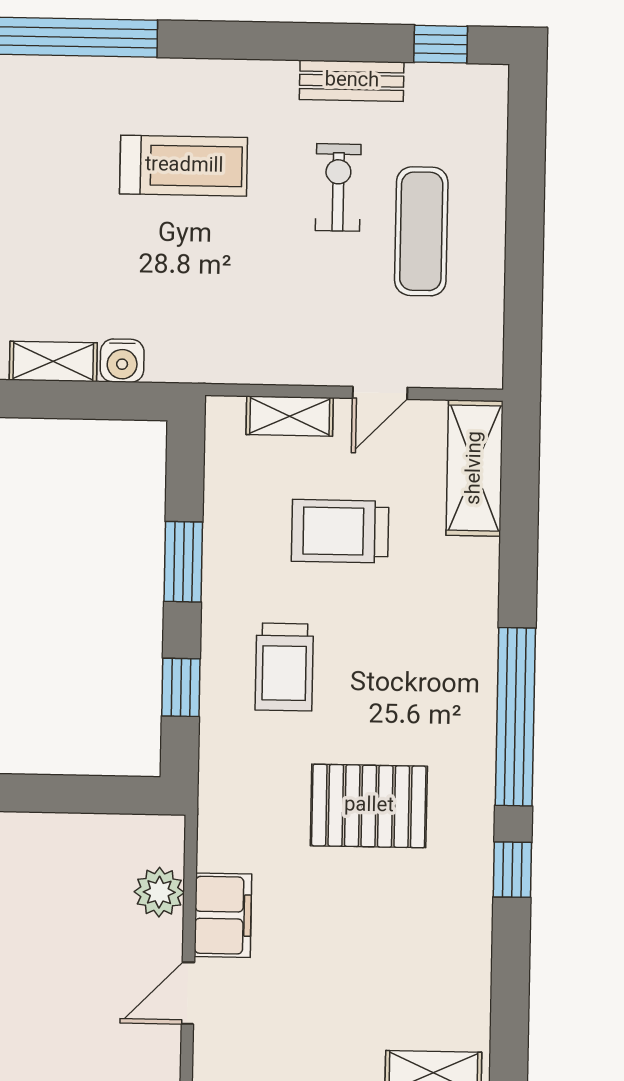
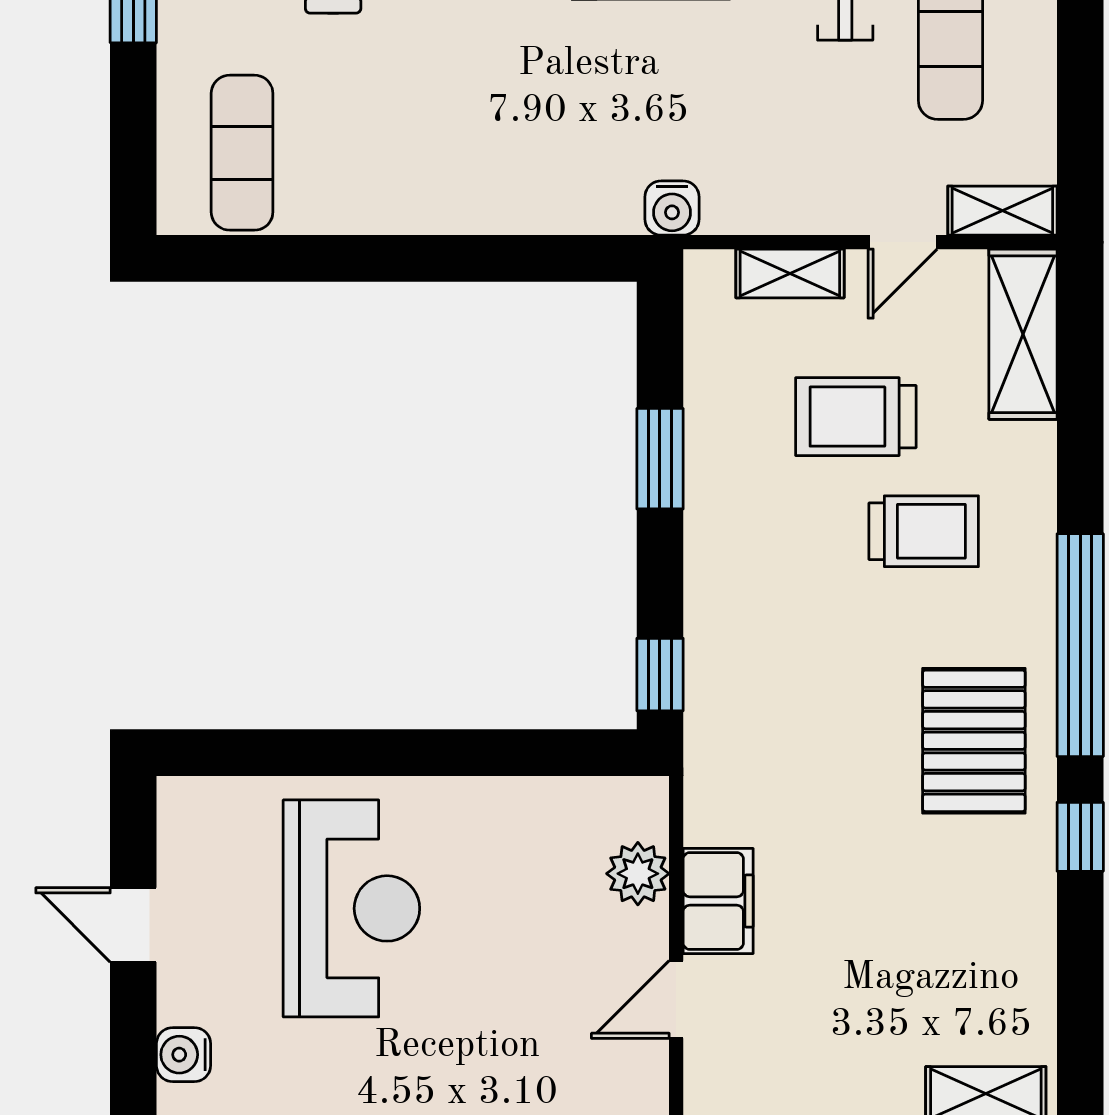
shelving: (53, 361) -> (1002, 211), moved
water cooler: (122, 361) -> (672, 208), moved
trolley: (284, 667) -> (924, 531), moved, turned -90
window: (181, 687) -> (660, 675), moved
pallet: (369, 806) -> (974, 741), moved, turned 90

